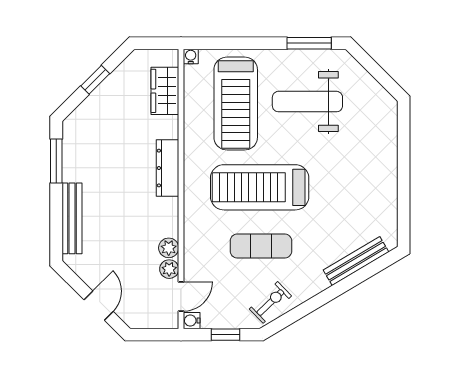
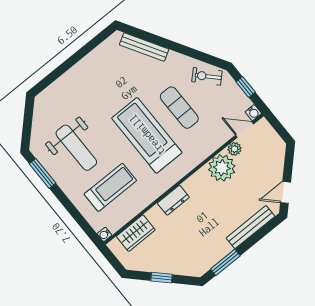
treadmill: (236, 104) -> (110, 187), width x0.73, depth x0.73
dresser: (168, 168) -> (173, 200), width x0.70
treadmill: (260, 187) -> (147, 135), turned 180
plant: (169, 248) -> (222, 168), width x1.88, depth x1.88
door: (99, 306) -> (286, 192), moved

